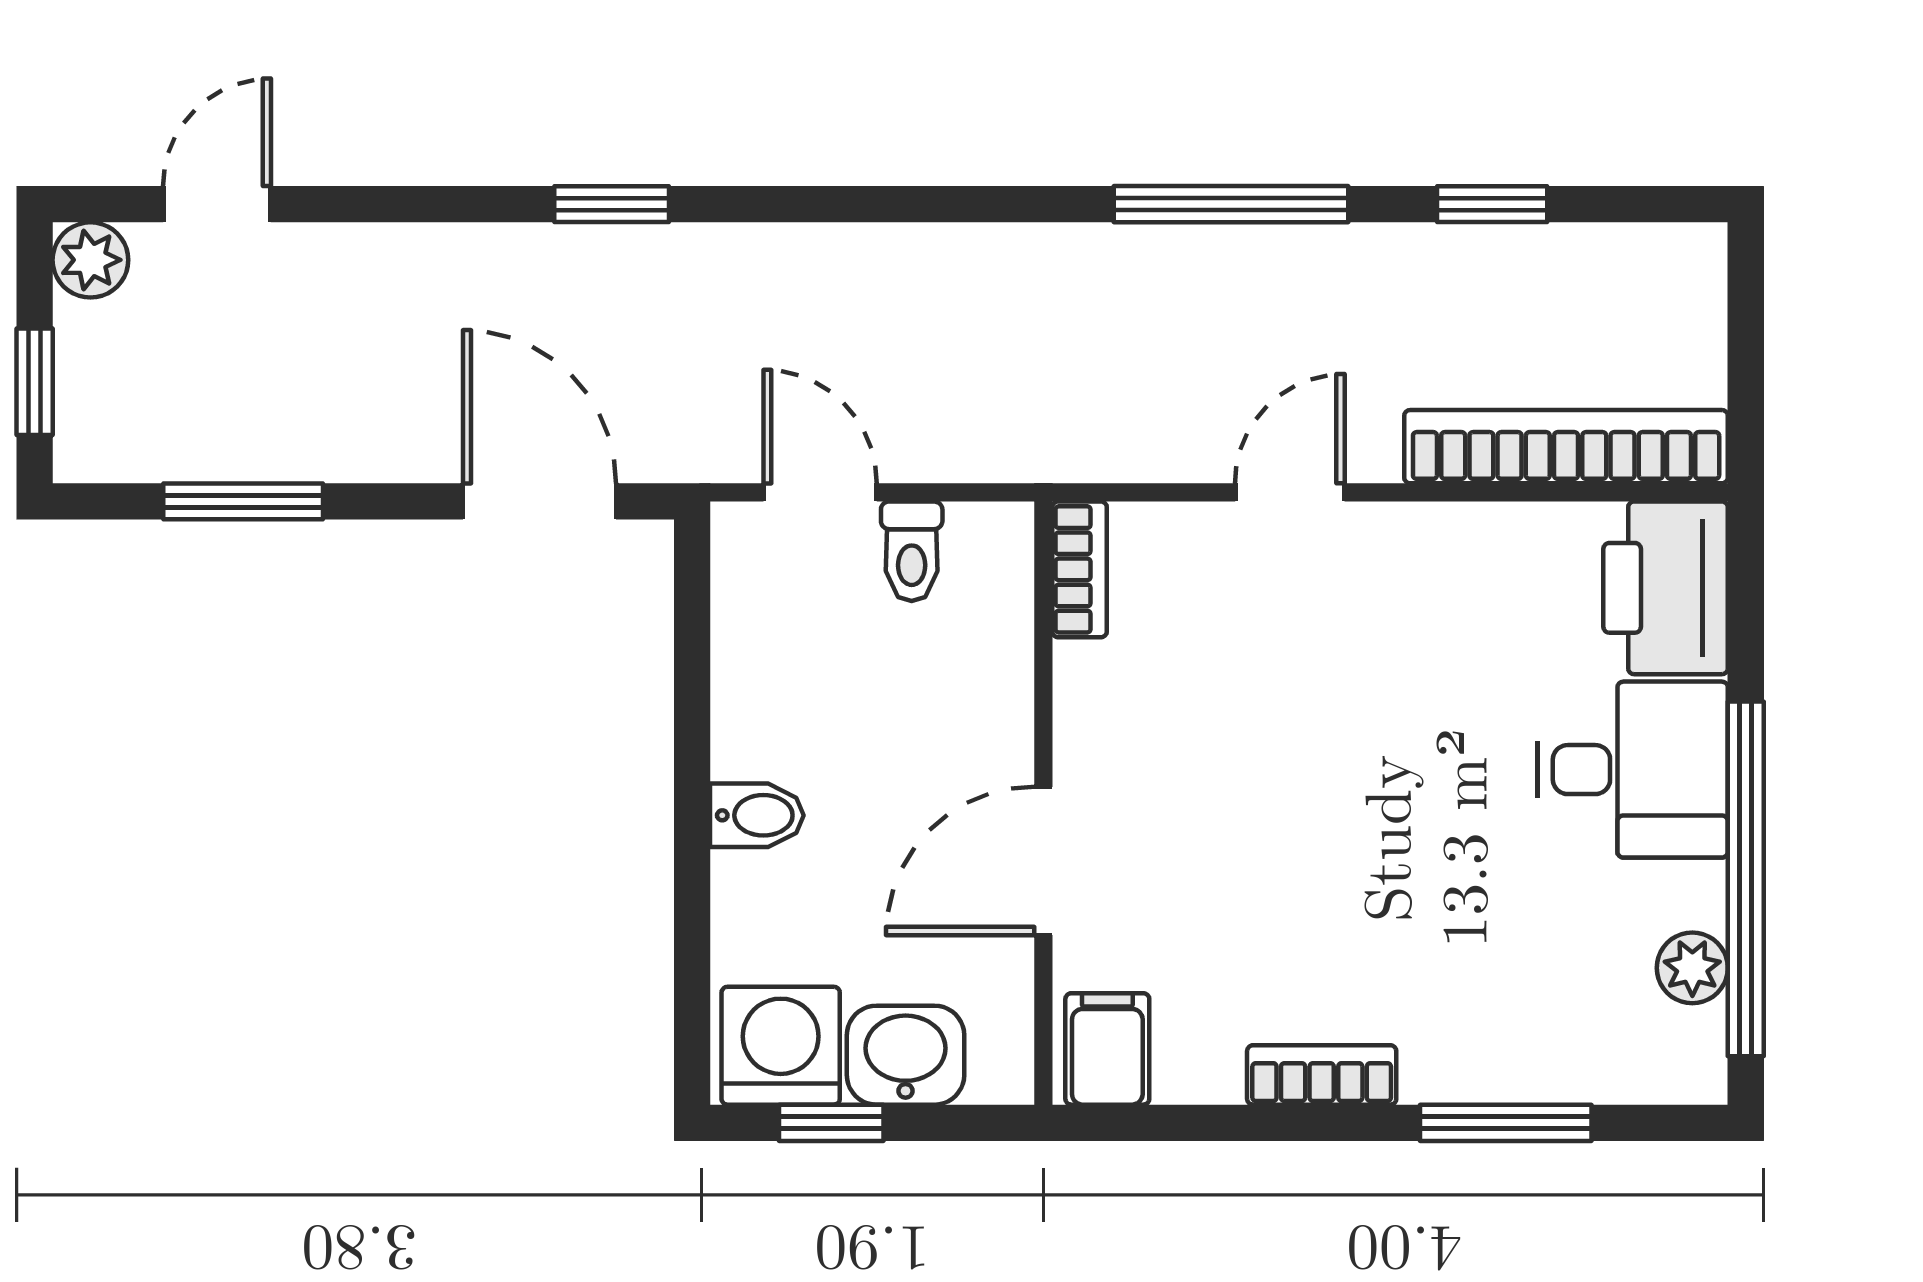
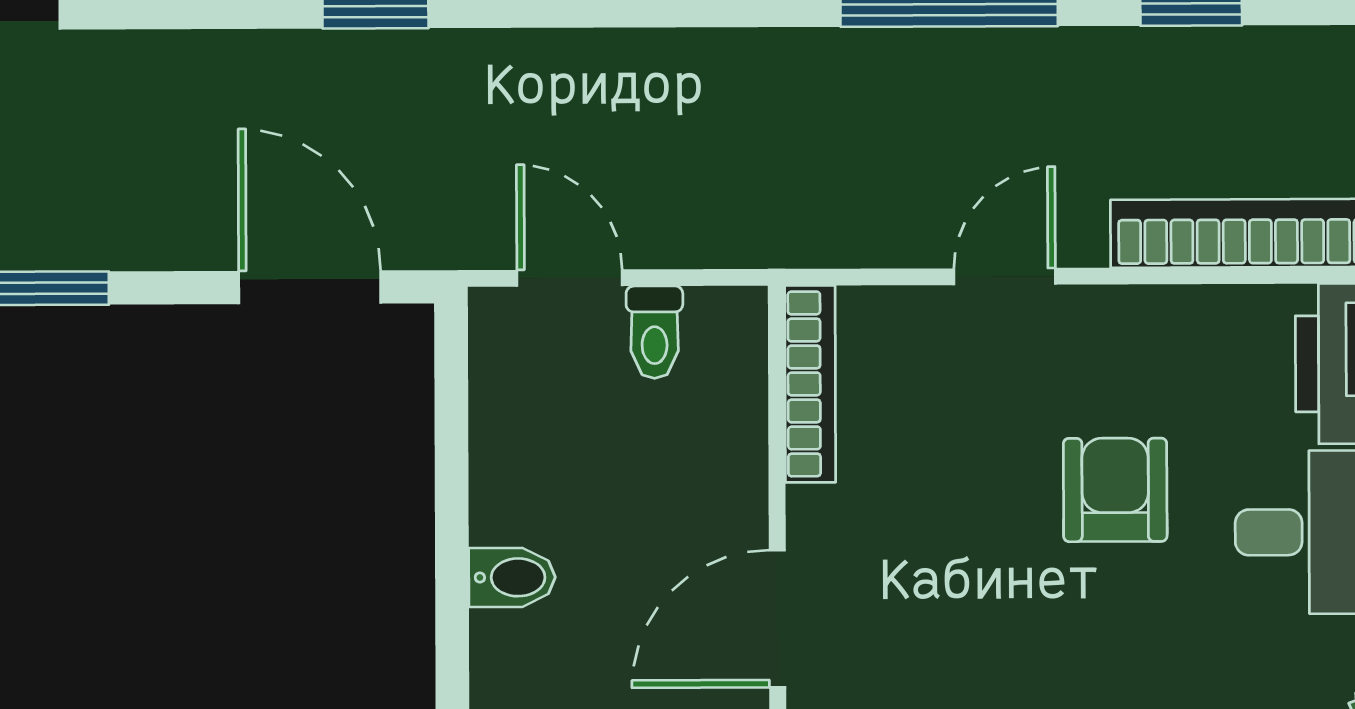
bookcase: (1080, 569) -> (810, 384), width x1.56
armchair: (1408, 723) -> (1115, 490), added

